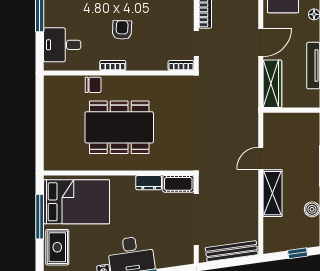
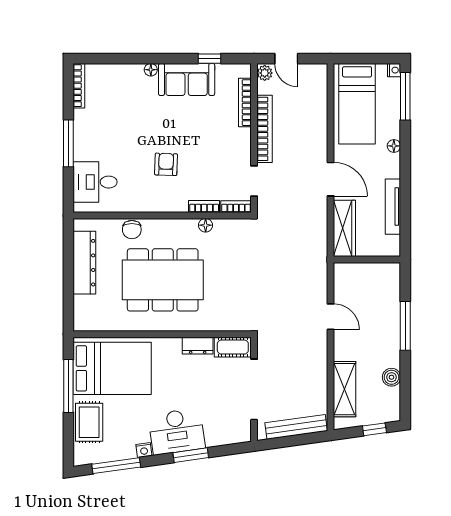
door: (261, 42) -> (331, 179), hinge flipped
bookcase: (113, 65) -> (204, 207), moved
floor lamp: (155, 81) -> (206, 225), added
chair: (93, 85) -> (132, 230), turned 90
dresser: (53, 113) -> (84, 263), added
door: (261, 158) -> (331, 317), swing flipped
shelving: (272, 193) -> (345, 389), moved

